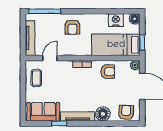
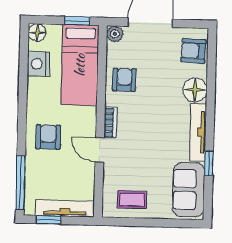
armchair: (72, 27) -> (48, 137), turned -90
window: (23, 29) -> (48, 220), added
door: (50, 58) -> (100, 150), moved

